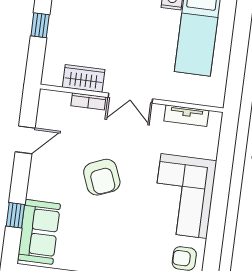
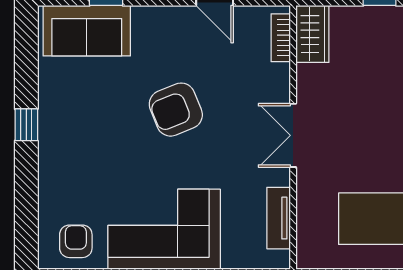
wardrobe: (84, 78) -> (312, 34), moved
bookcase: (88, 101) -> (281, 38), moved

